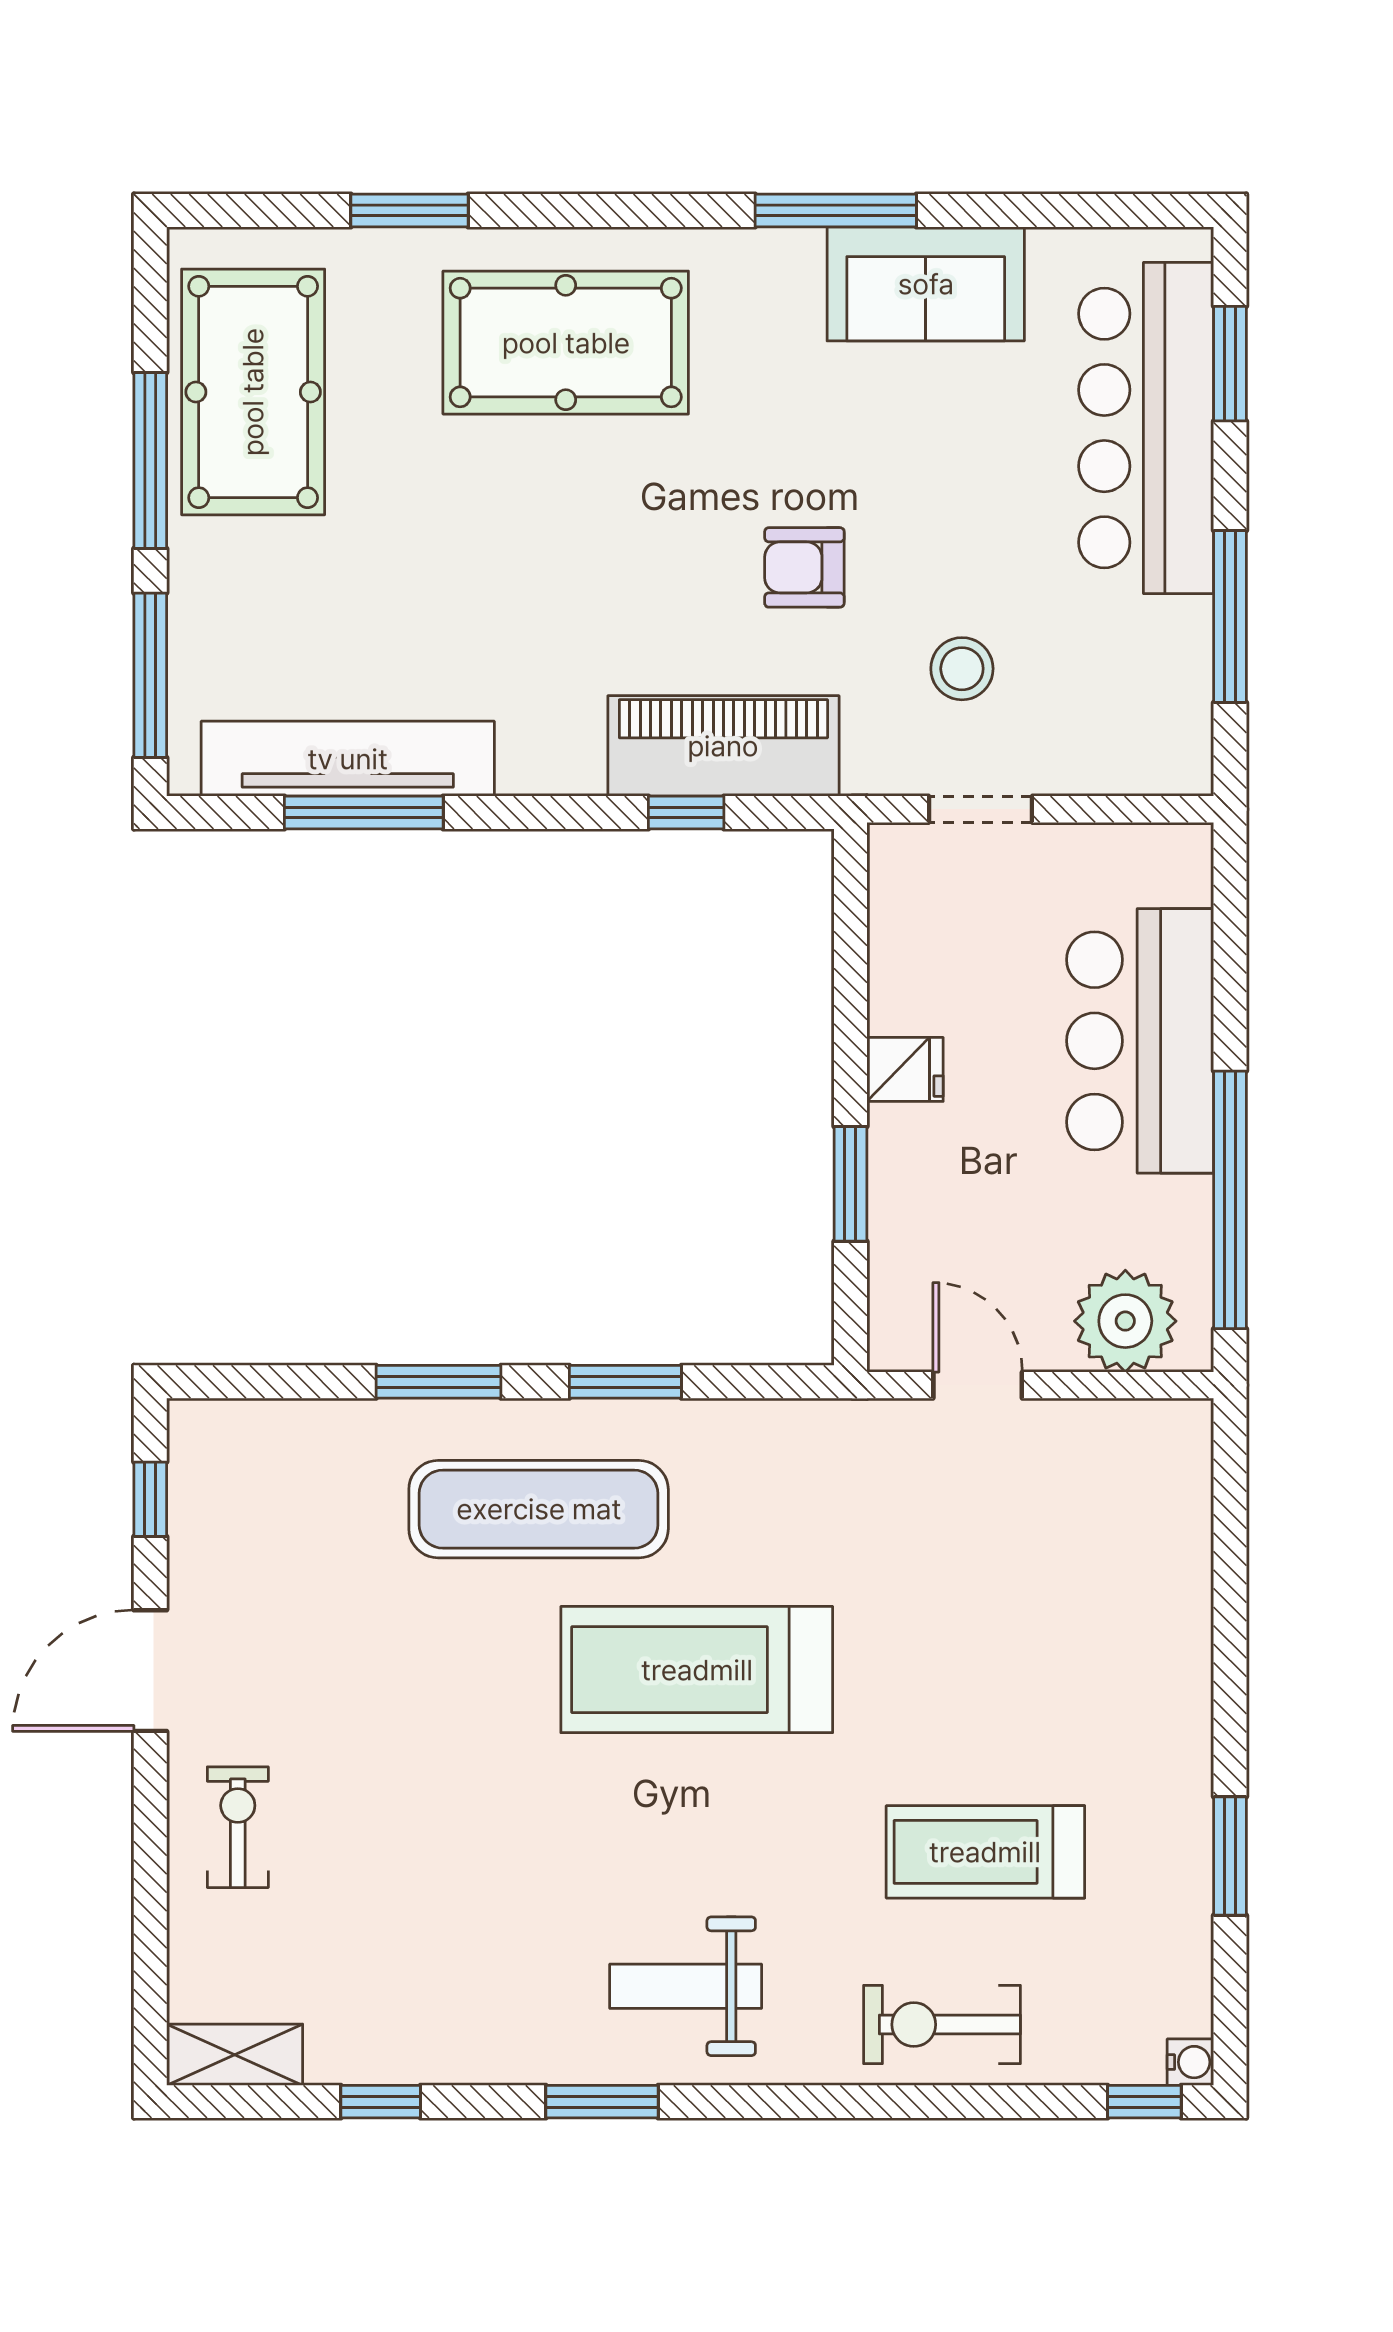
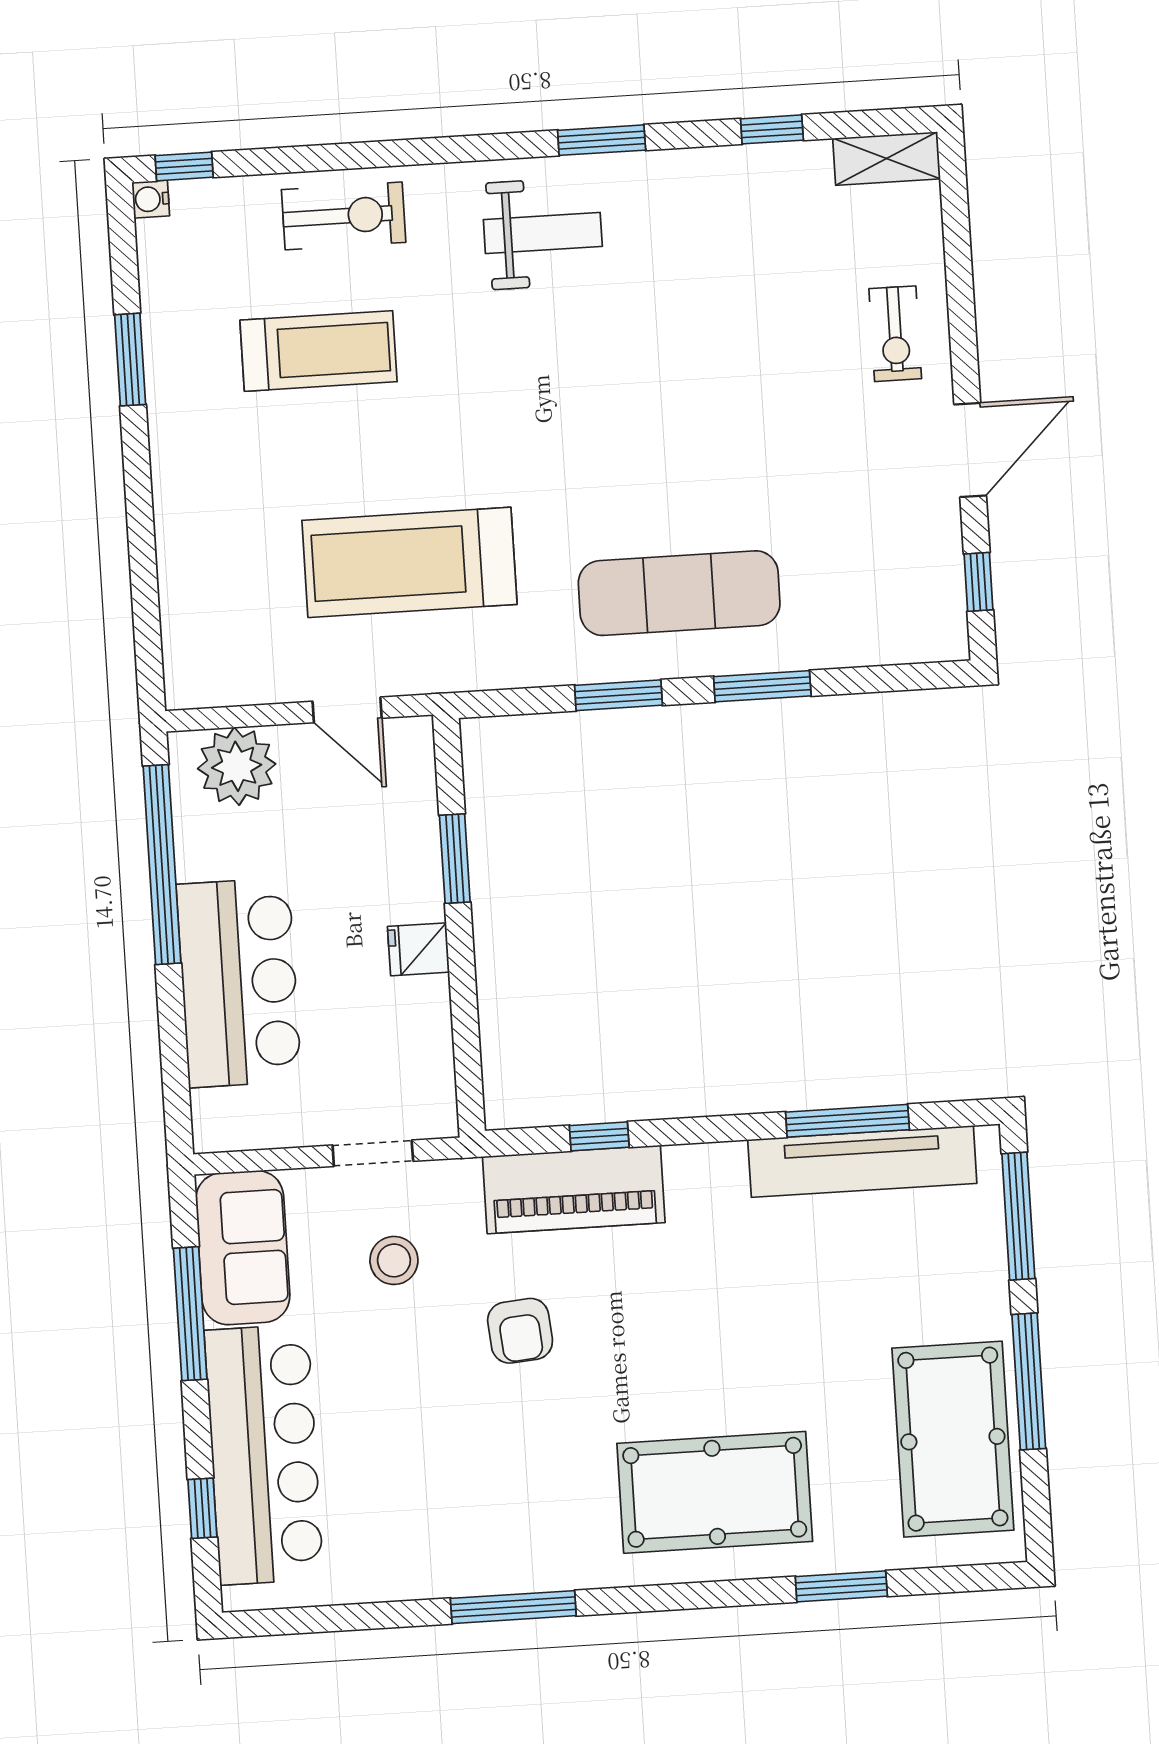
sofa: (926, 284) -> (243, 1248), moved, turned 90
window: (1230, 364) -> (202, 1508), width x0.67
armchair: (804, 567) -> (520, 1331), turned 85
treadmill: (697, 1670) -> (409, 562), moved, turned 180

